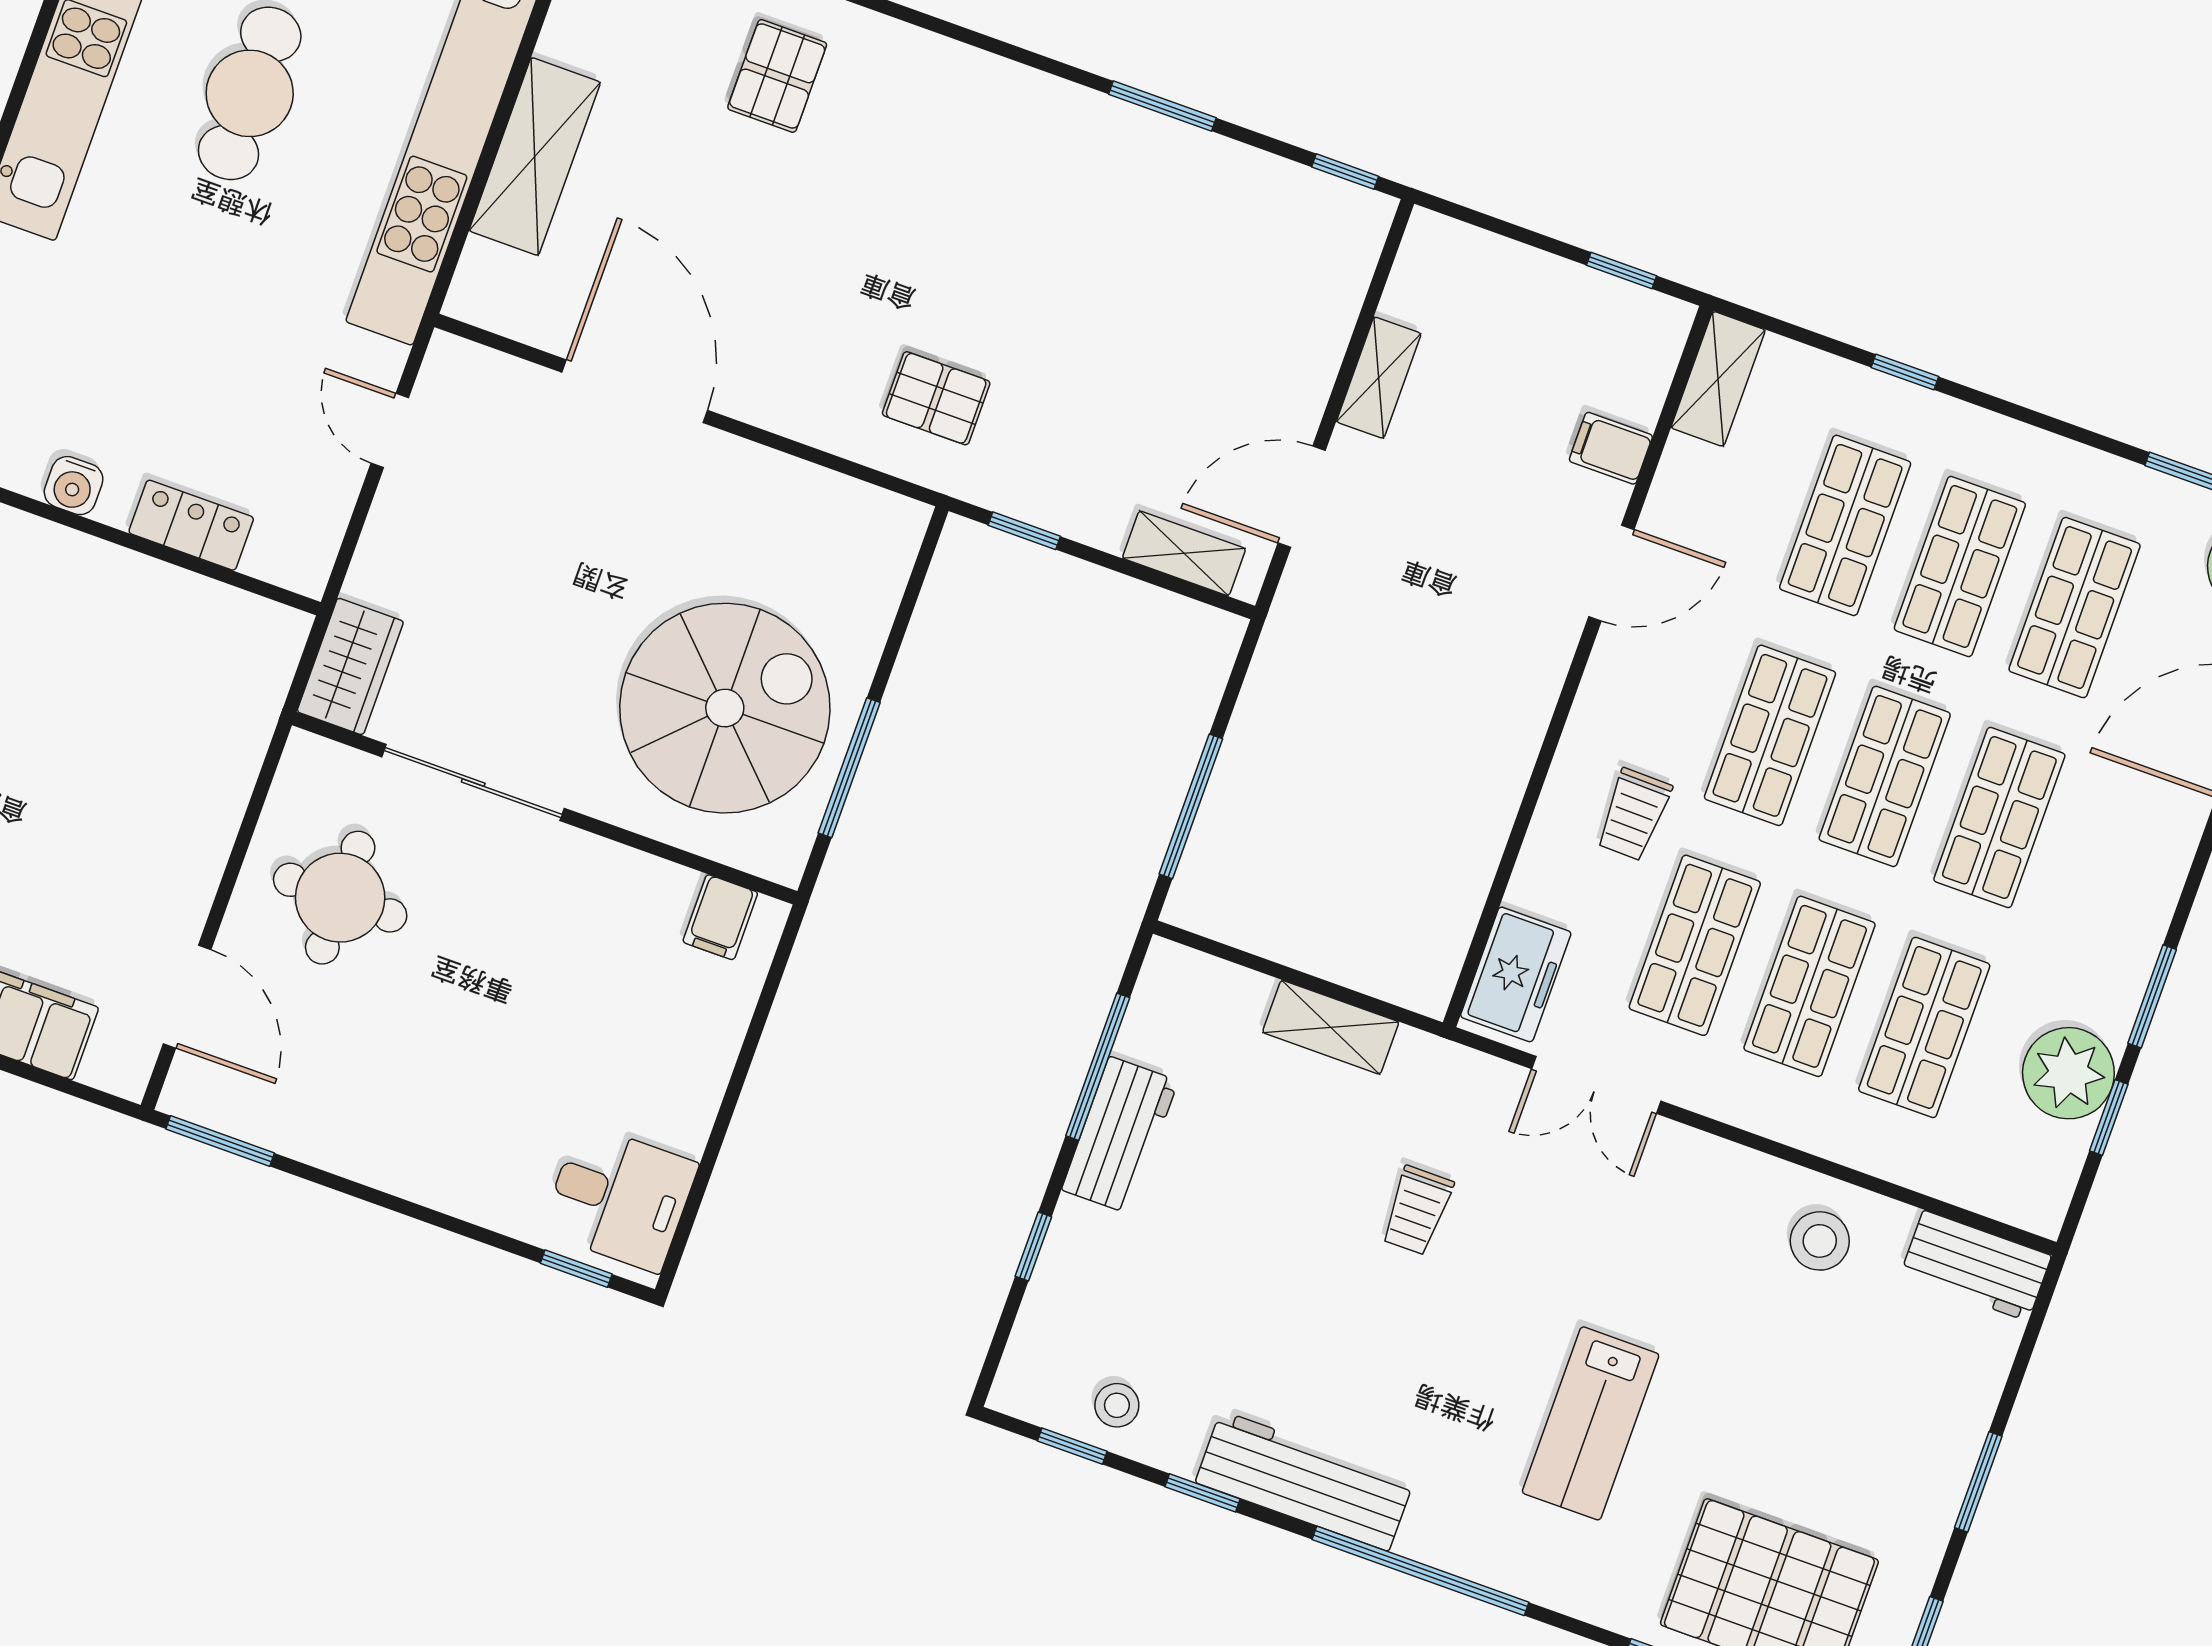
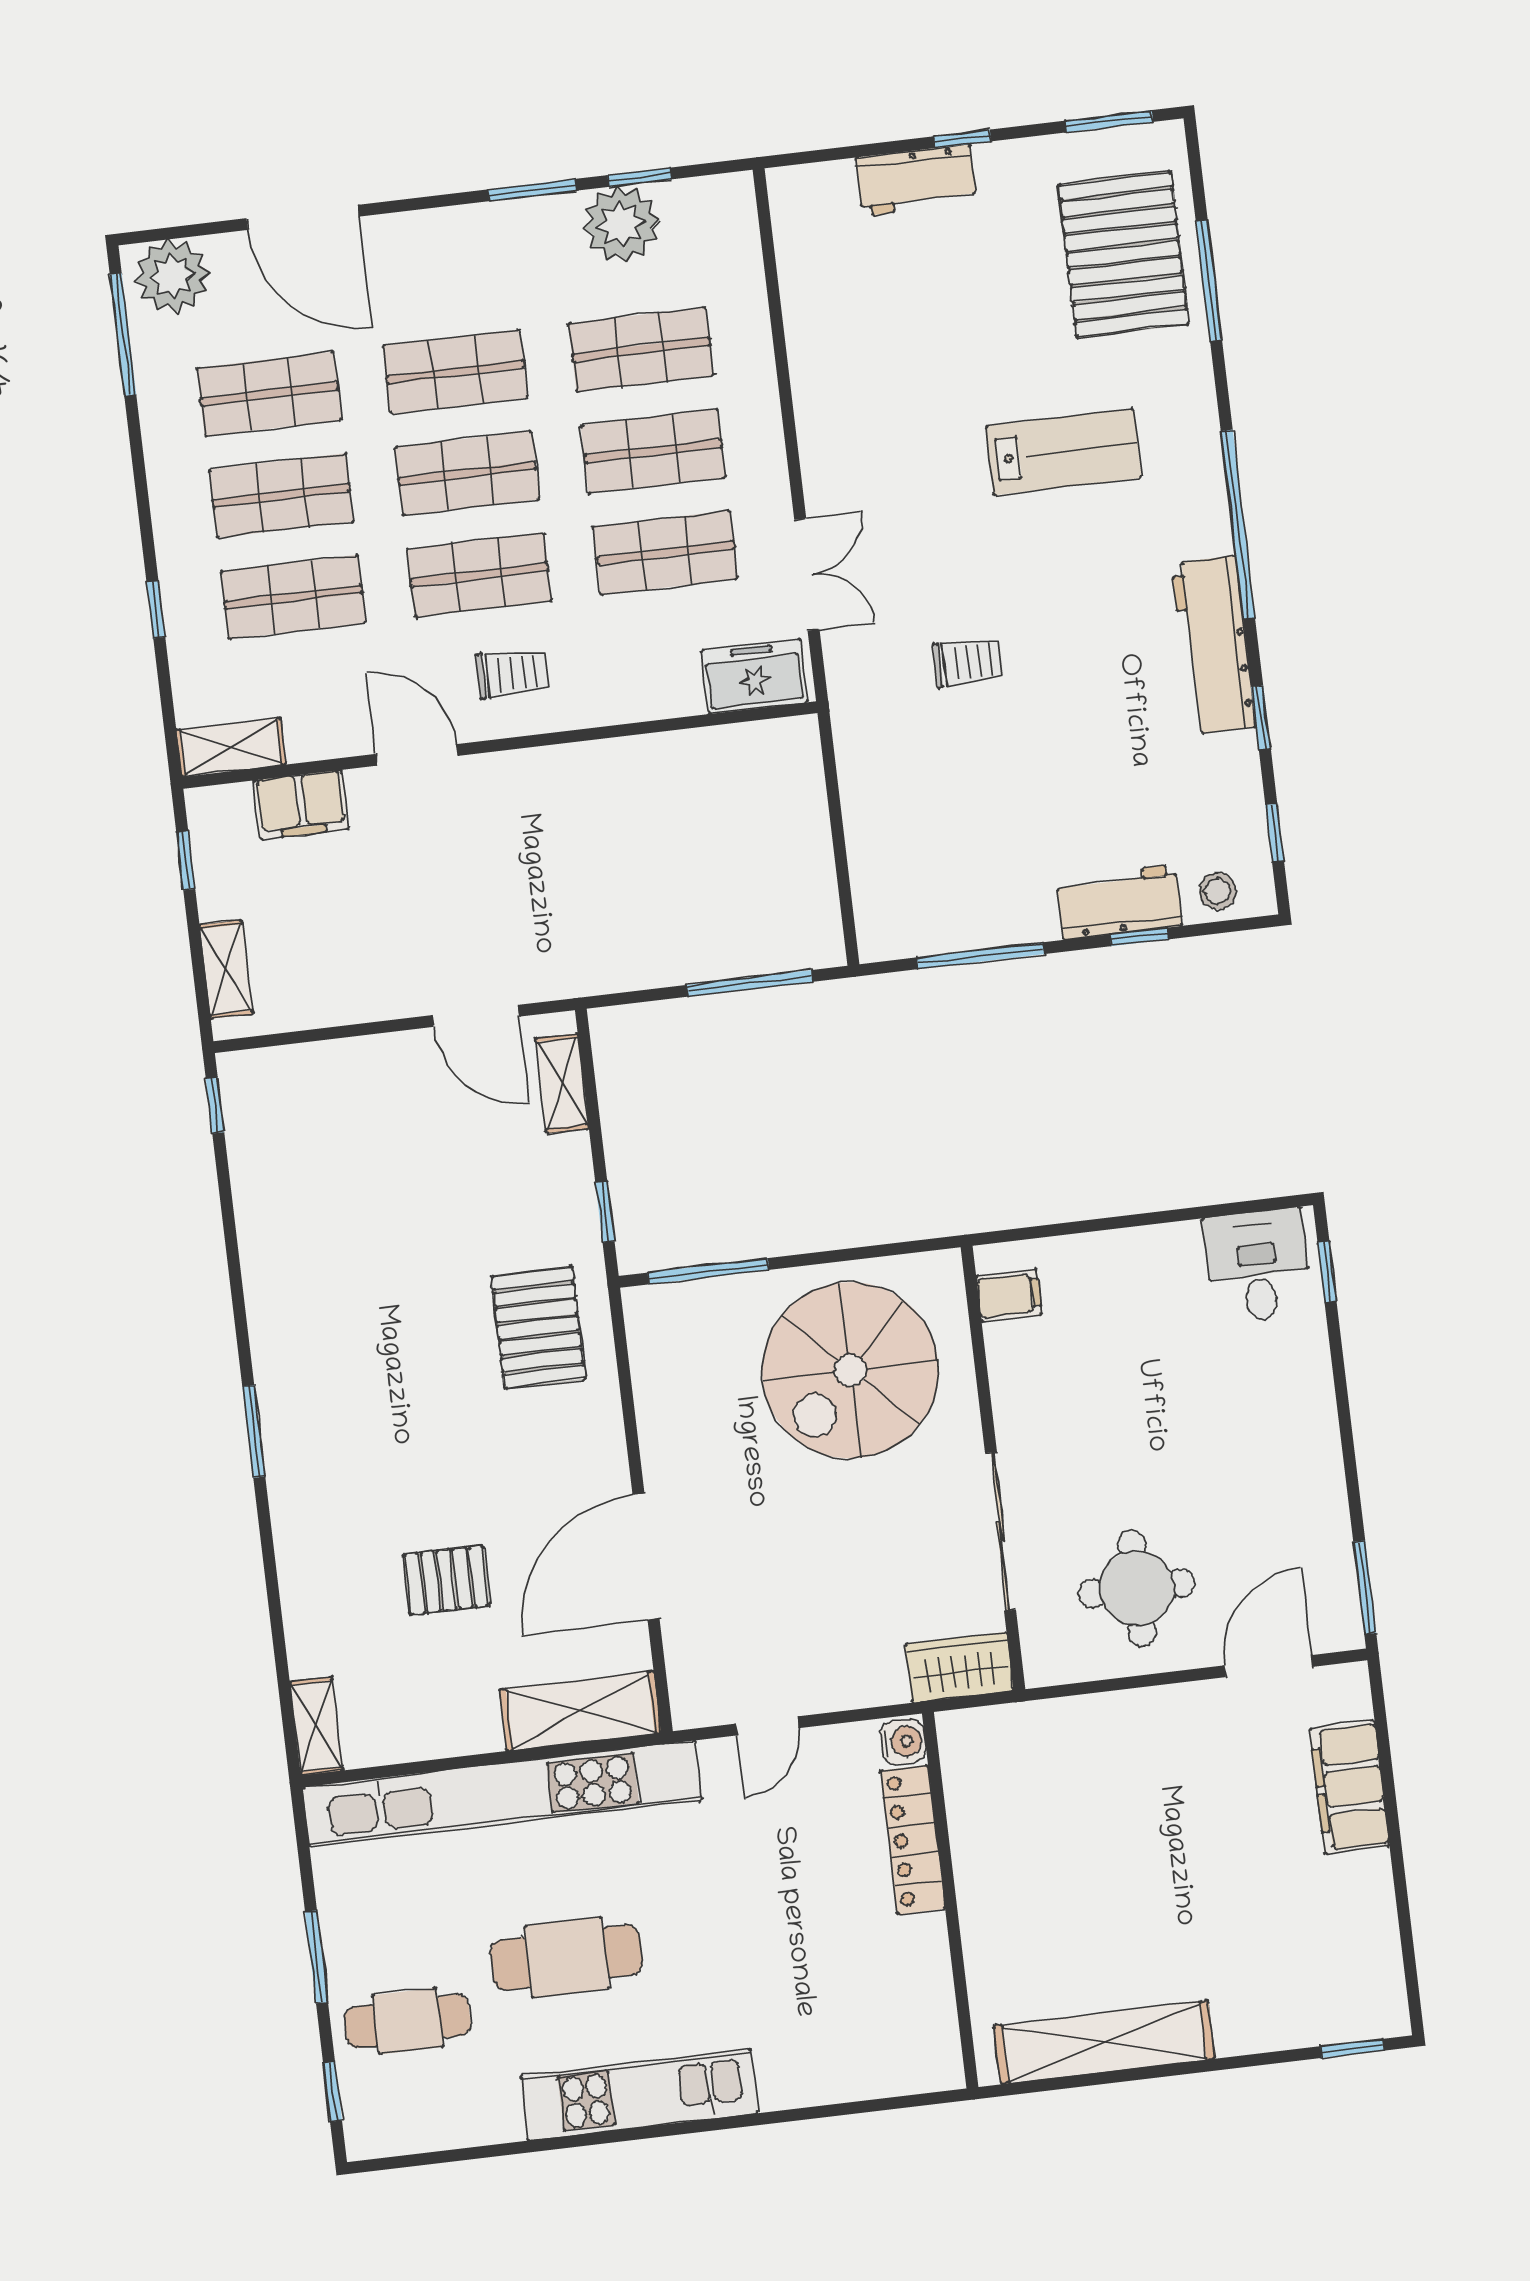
pallet: (777, 76) -> (447, 1580), moved
window: (1162, 106) -> (254, 1431), moved
shelving: (535, 156) -> (580, 1711), moved
shelving: (1379, 378) -> (226, 970), moved, turned 90
pallet: (936, 398) -> (538, 1328), width x1.50, depth x1.42
filing cabinet: (1611, 448) -> (301, 805), width x2.00
water cooler: (74, 486) -> (903, 1742), moved
locker: (191, 525) -> (913, 1840), width x1.53
spiral stairs: (725, 708) -> (850, 1370), turned -90
window: (849, 768) -> (708, 1271), moved
trolley: (1634, 814) -> (512, 673), moved
shelving: (1331, 1027) -> (863, 796), removed
workbench: (1120, 1135) -> (1119, 902), moved
stool: (1820, 1241) -> (841, 348), removed
workbench: (1976, 1266) -> (916, 180), moved, turned 90
stool: (1117, 1405) -> (1218, 891), moved
window: (1978, 1482) -> (962, 139), width x0.67

